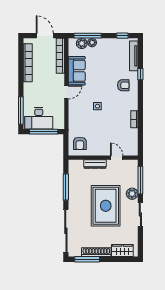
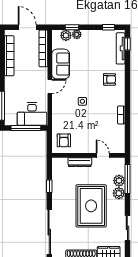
window: (88, 36) -> (72, 27), width x0.46
window: (140, 74) -> (127, 44), moved
desk: (39, 118) -> (32, 114), moved
plant: (132, 182) -> (119, 181), added
window: (66, 187) -> (49, 186), width x0.46
sliding door: (140, 214) -> (127, 228), moved

